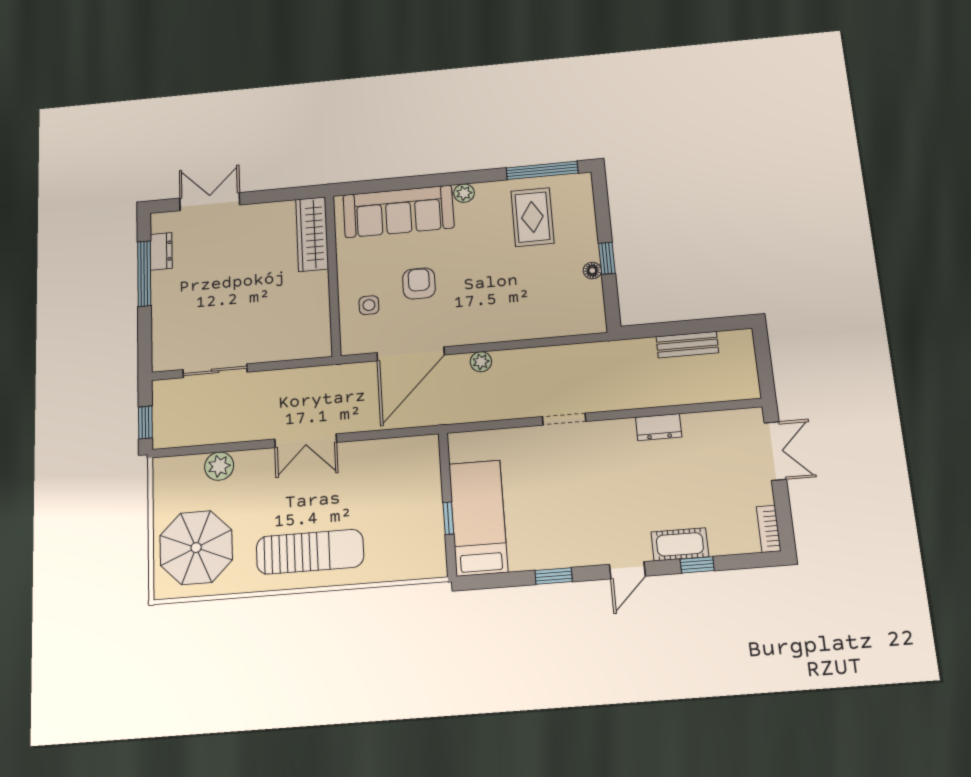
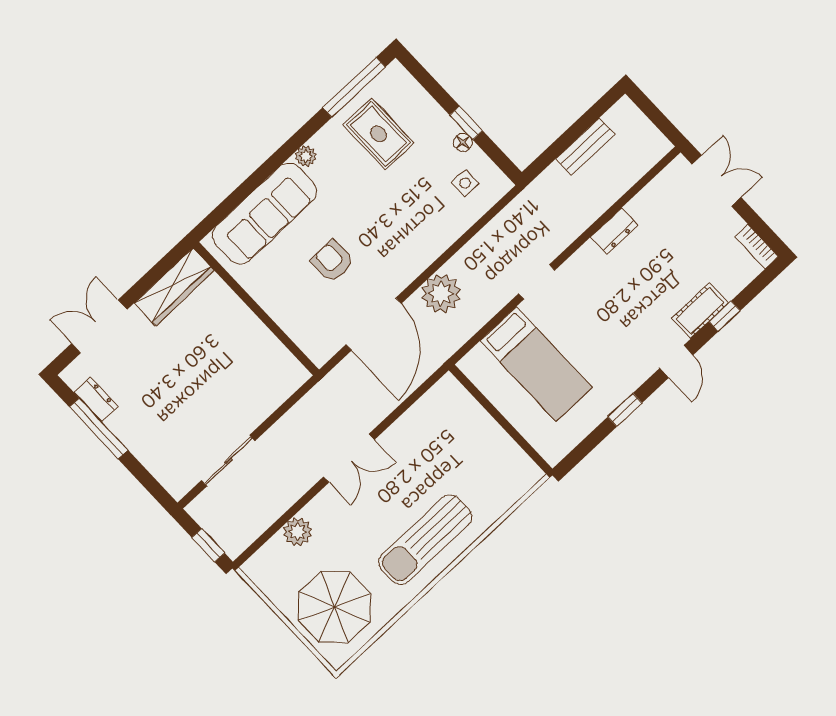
wardrobe: (312, 234) -> (174, 287), moved, turned -90
side table: (369, 305) -> (465, 183), moved
plant: (481, 362) -> (441, 294), width x1.87, depth x1.87
window: (448, 518) -> (510, 430), removed
bed: (478, 518) -> (536, 364), moved, turned 180
sun lounger: (310, 552) -> (425, 540), turned 180

